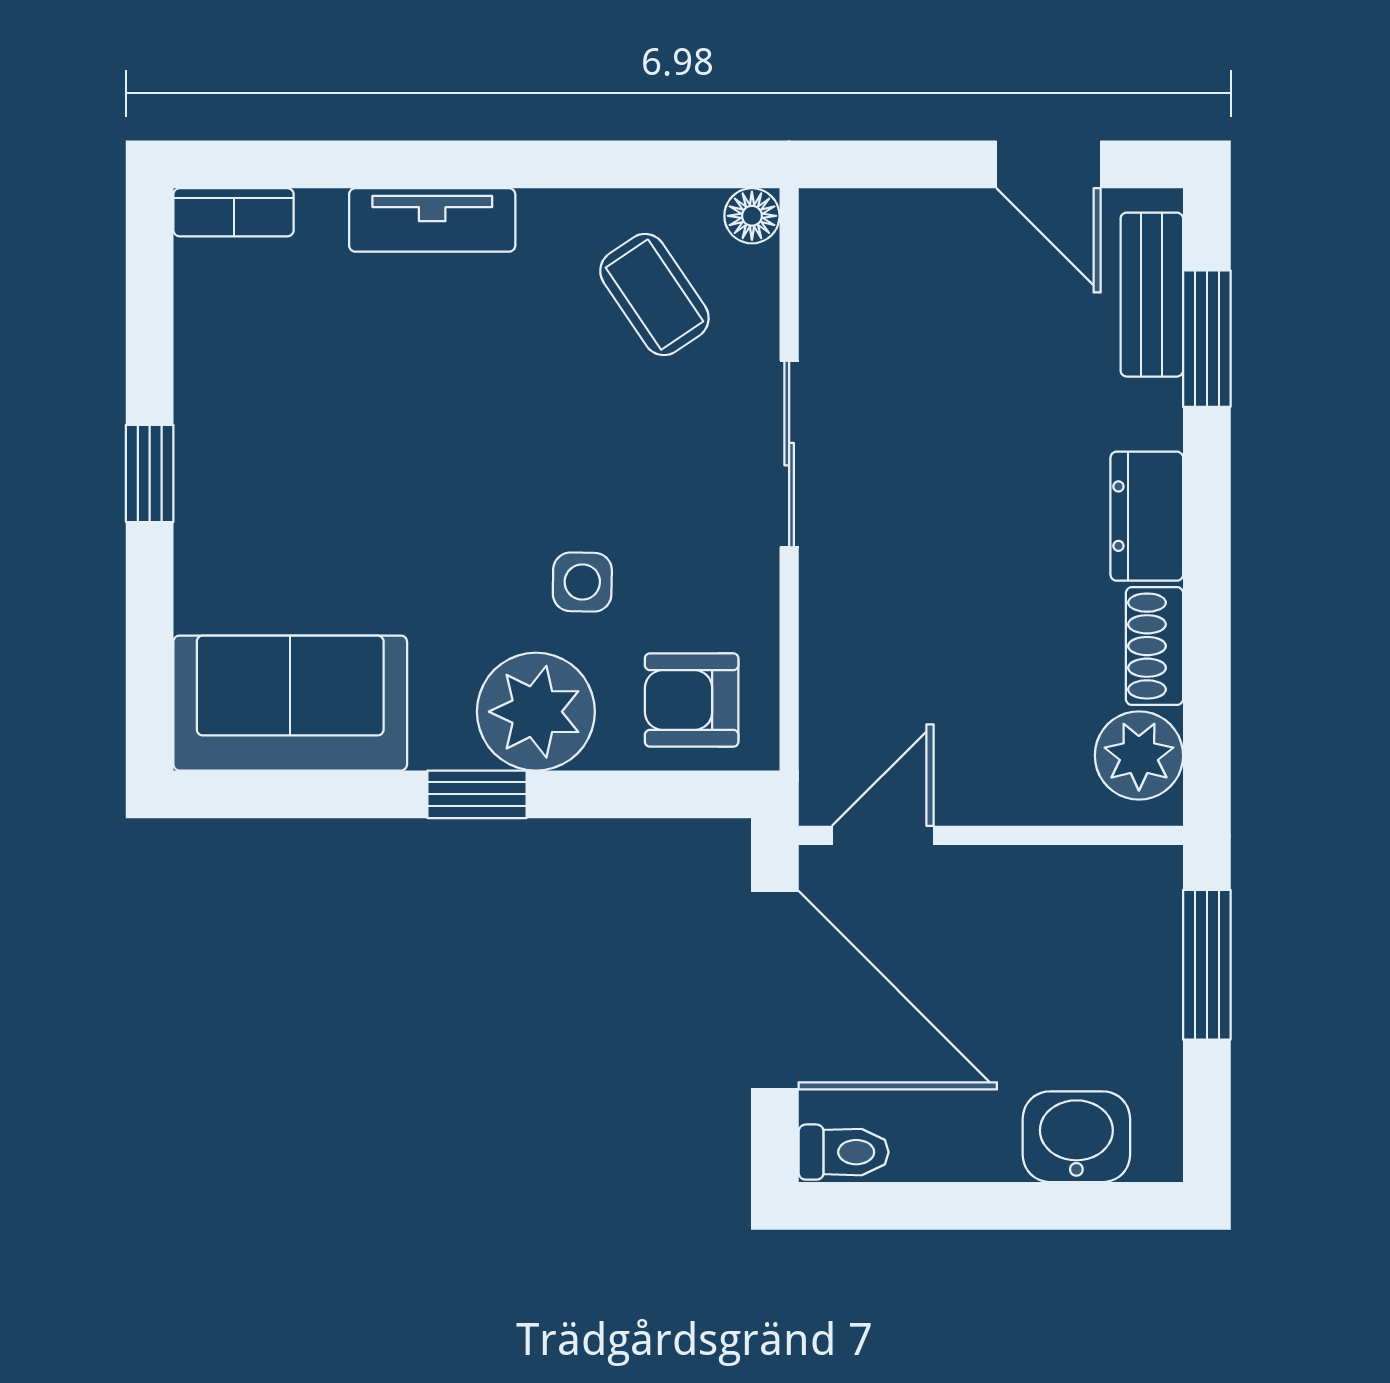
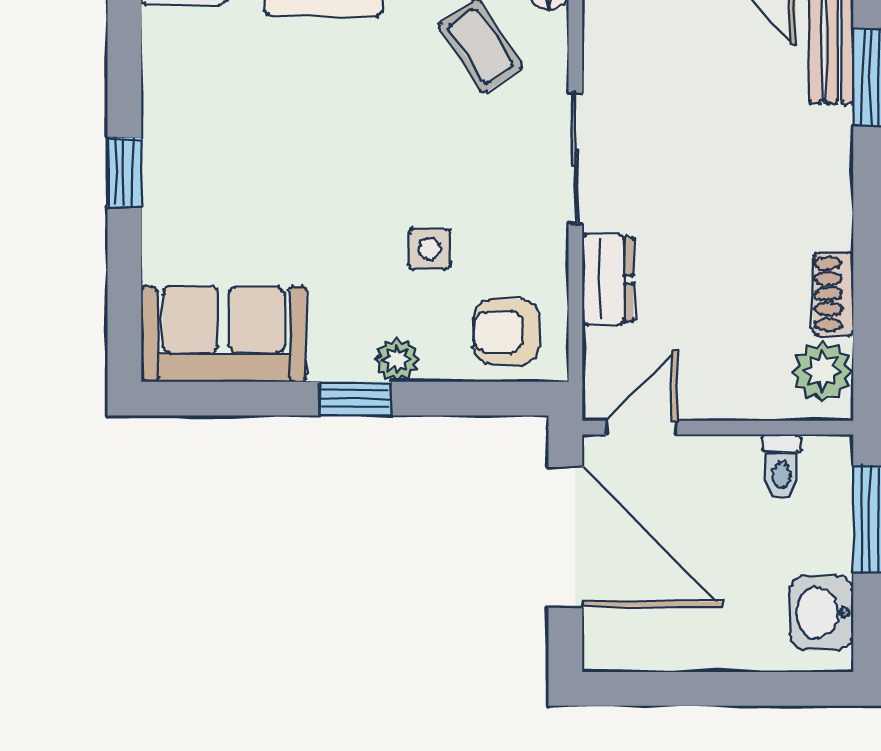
dresser: (1147, 516) -> (608, 279), moved, turned 180
plant: (536, 712) -> (397, 360), width x0.53, depth x0.53
washbasin: (1076, 1137) -> (821, 613), moved, turned -90
toilet: (844, 1152) -> (781, 466), moved, turned 90

